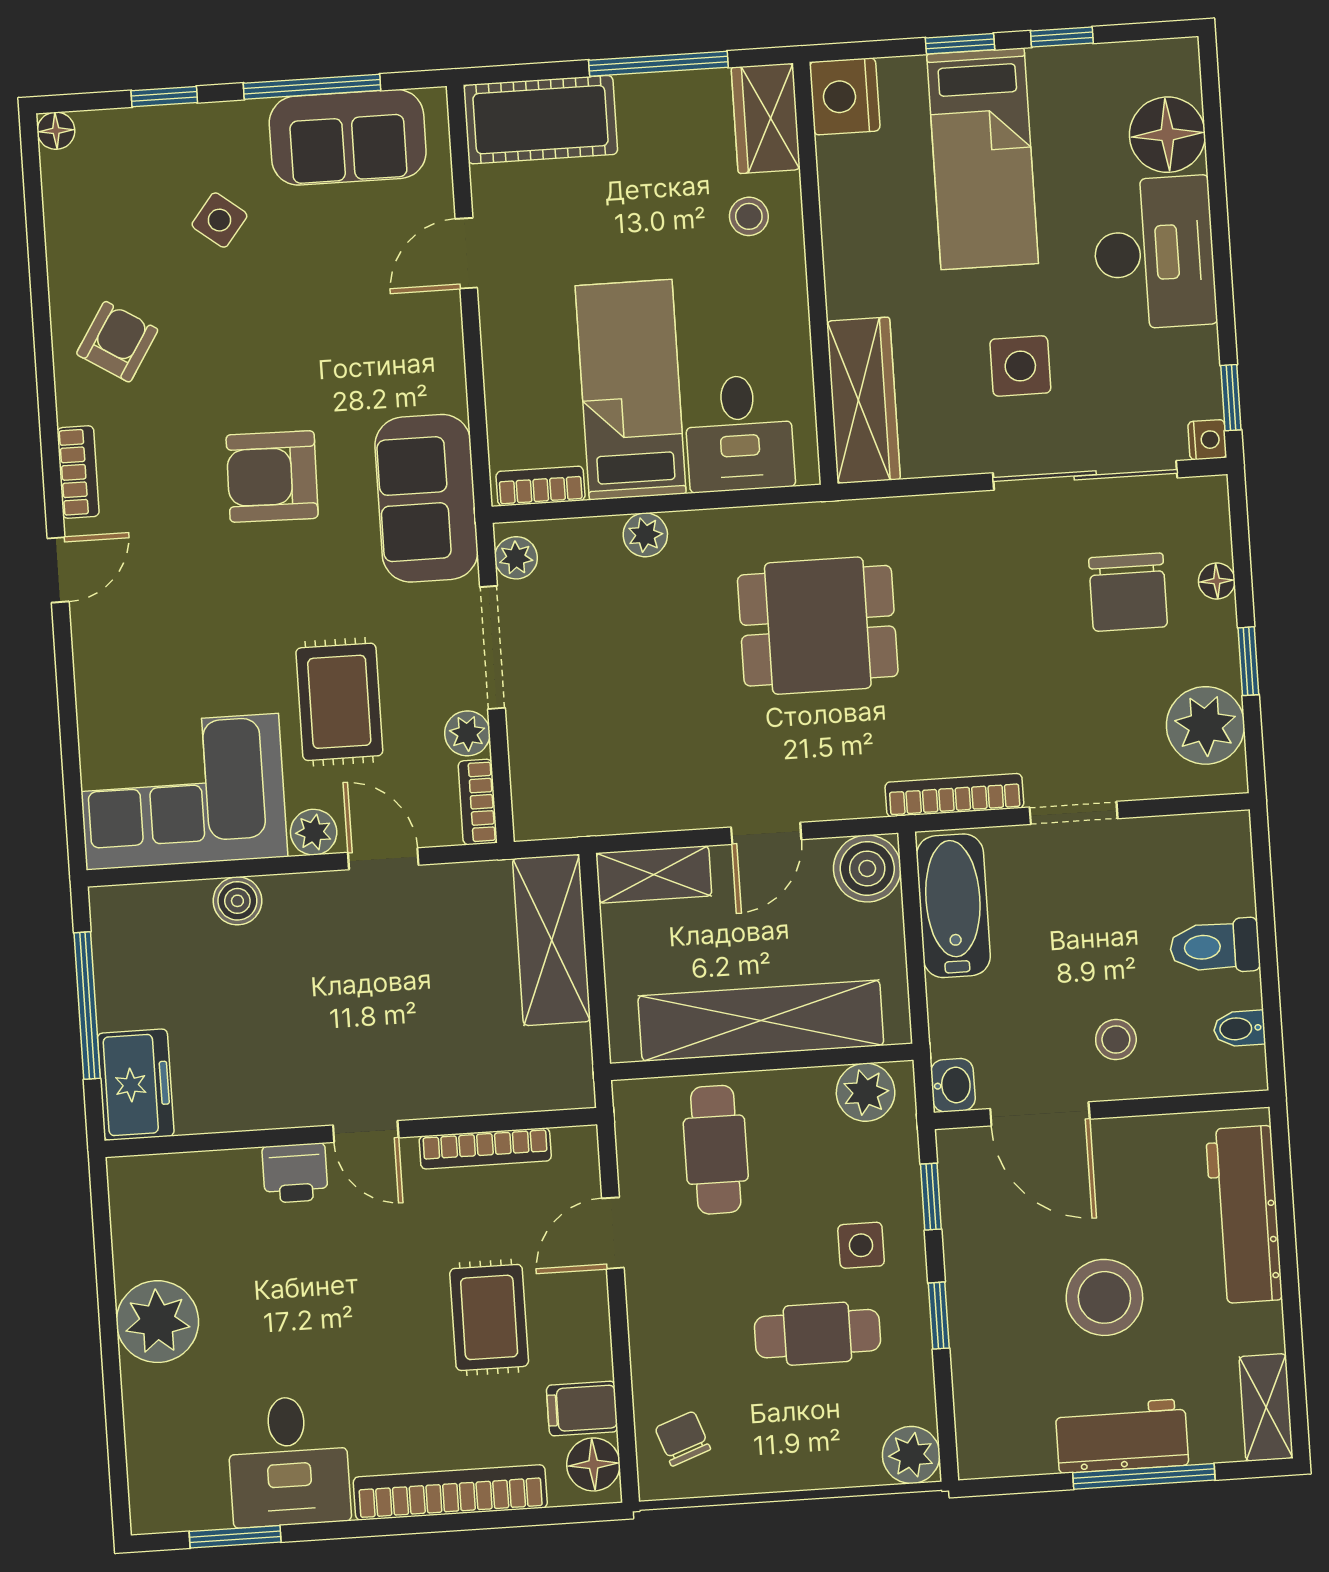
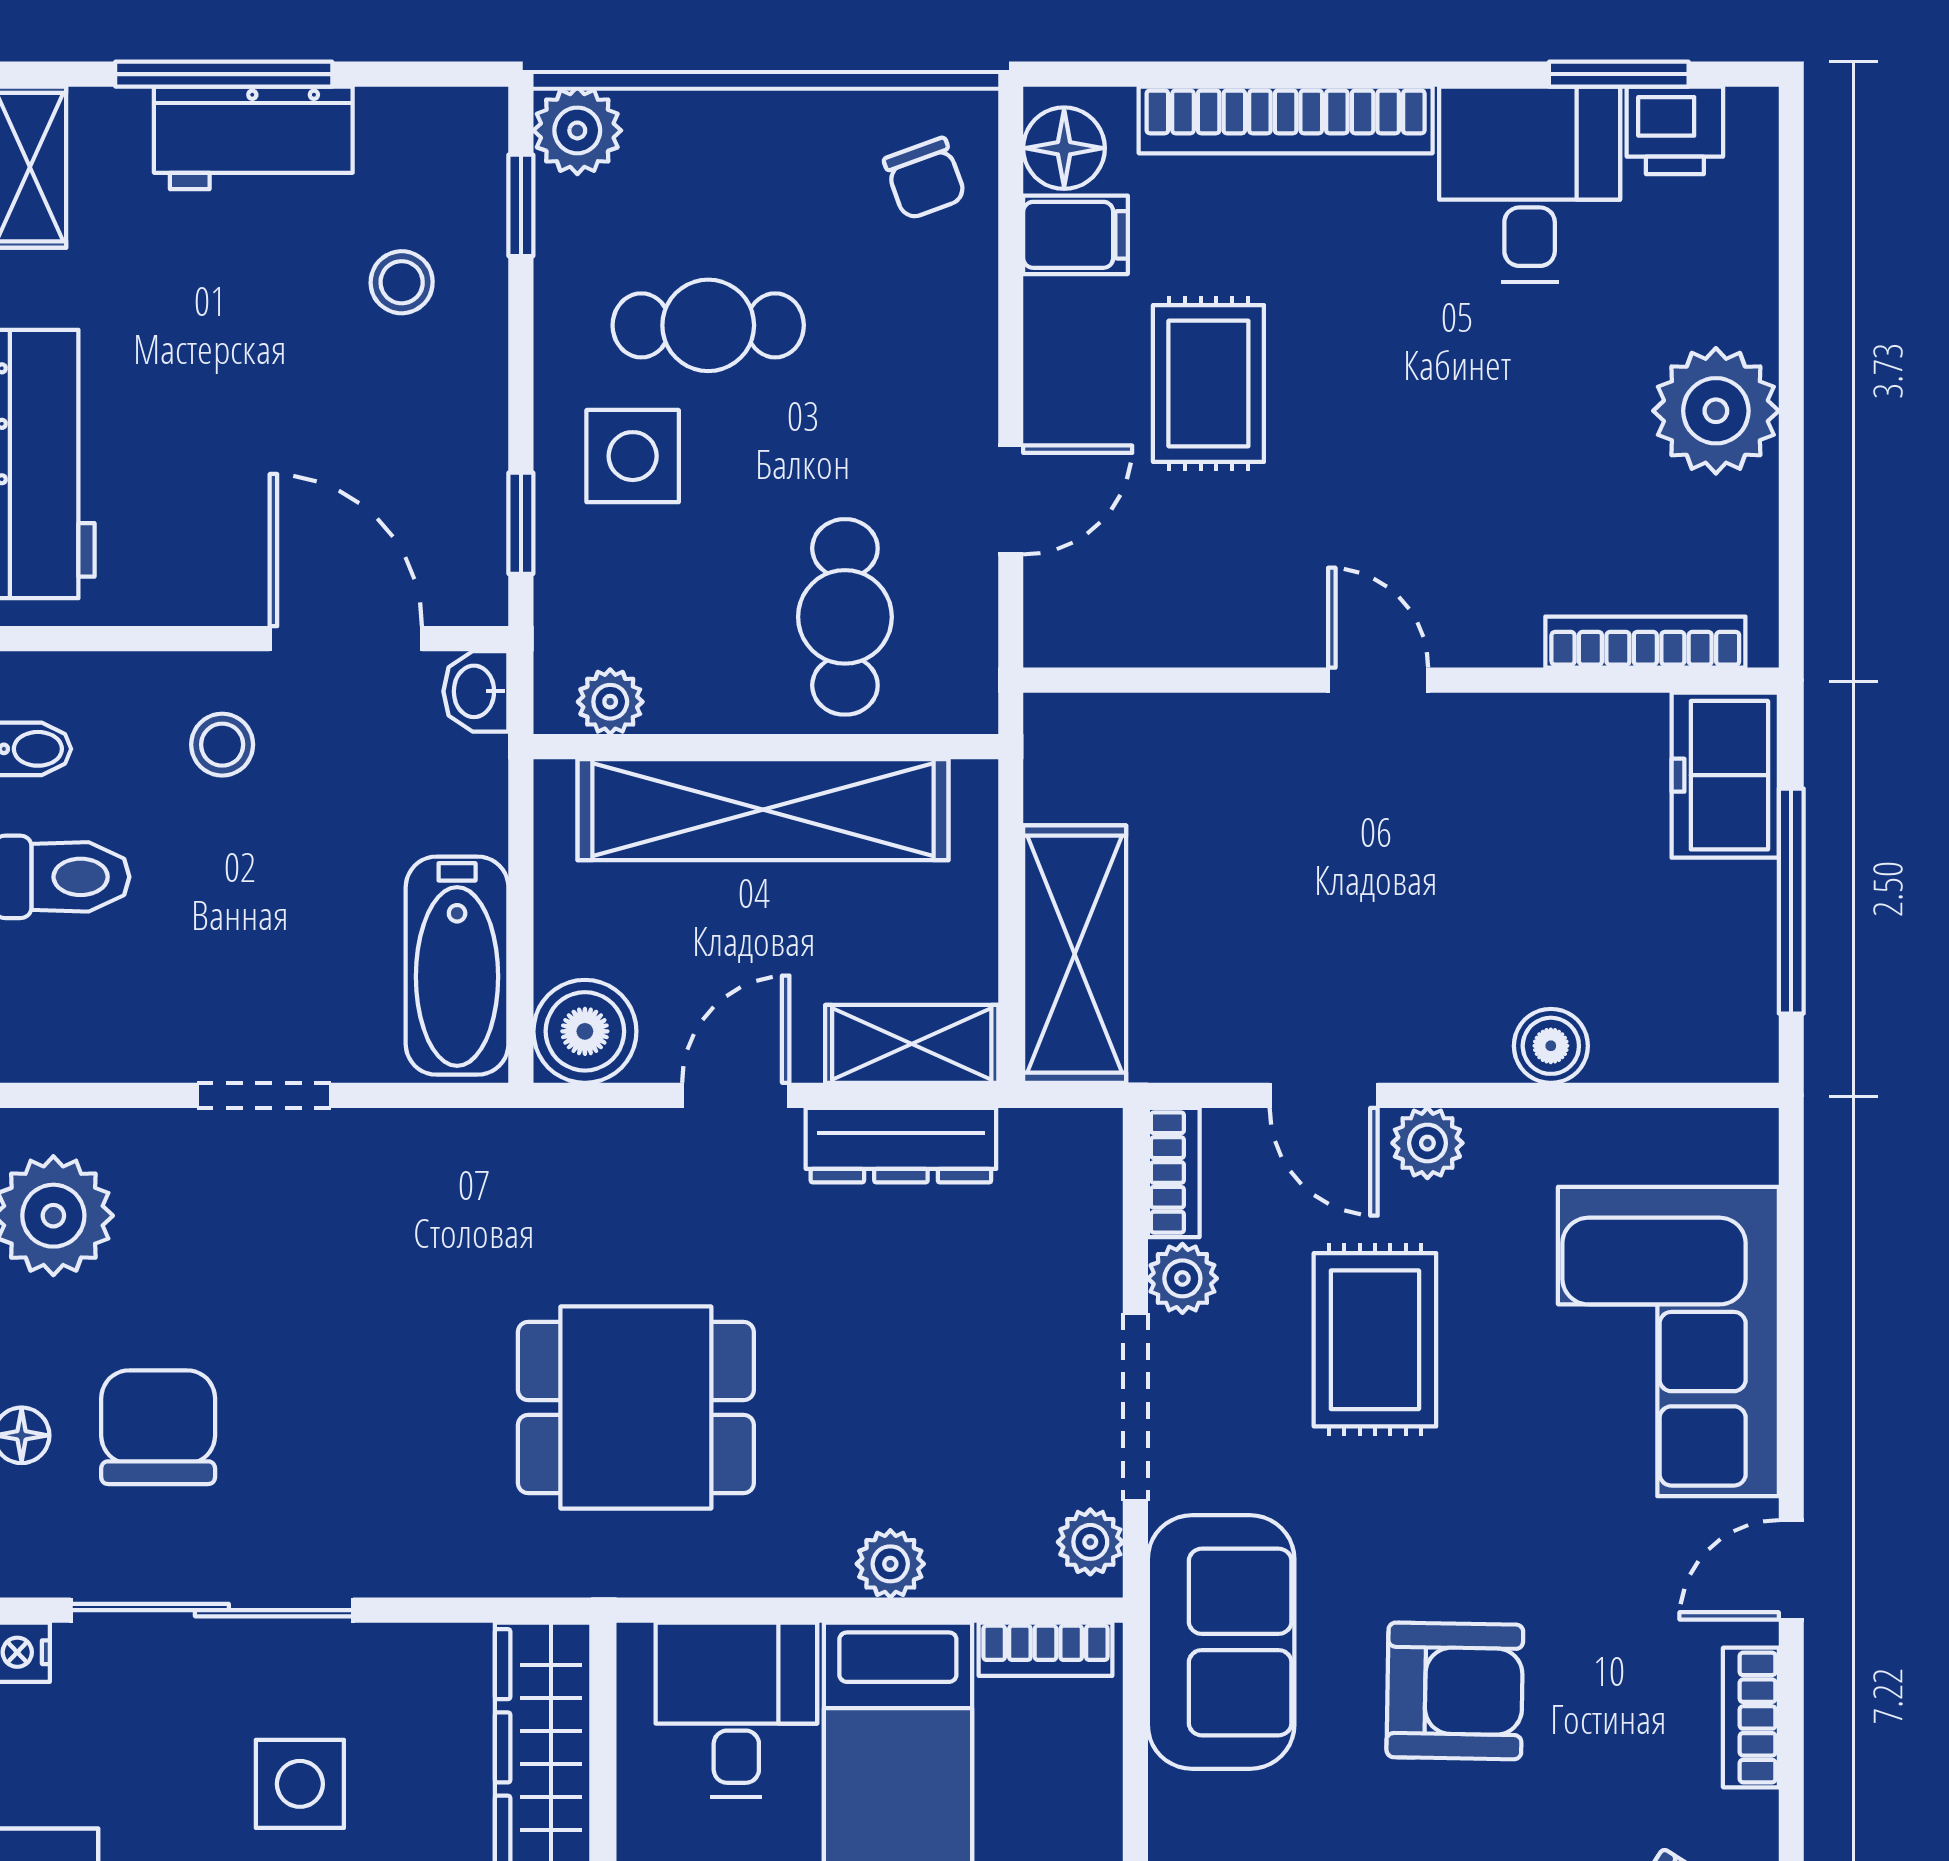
corner sofa: (182, 792) -> (1668, 1341), moved, turned 90
bookcase: (954, 795) -> (444, 1135), removed
dresser: (656, 808) -> (901, 1145), added
plant: (866, 1092) -> (610, 702), width x0.73, depth x0.73
bookcase: (485, 1148) -> (1645, 642), moved
printer: (295, 1173) -> (1675, 130), moved, turned 180
side table: (861, 1245) -> (633, 456), width x1.37, depth x1.37
stool: (1104, 1297) -> (402, 282), moved, width x0.53, depth x0.53
window: (939, 1316) -> (521, 205), moved

